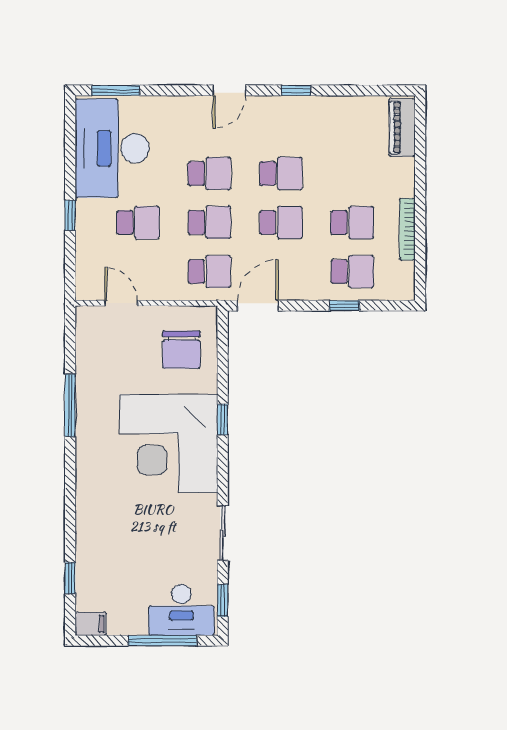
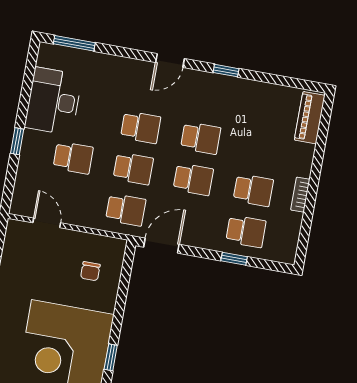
desk: (112, 148) -> (53, 101), width x0.73, depth x0.77
bookcase: (407, 229) -> (300, 195), width x0.64
chair: (181, 350) -> (90, 271), width x0.54, depth x0.54
window: (223, 420) -> (111, 357), moved

